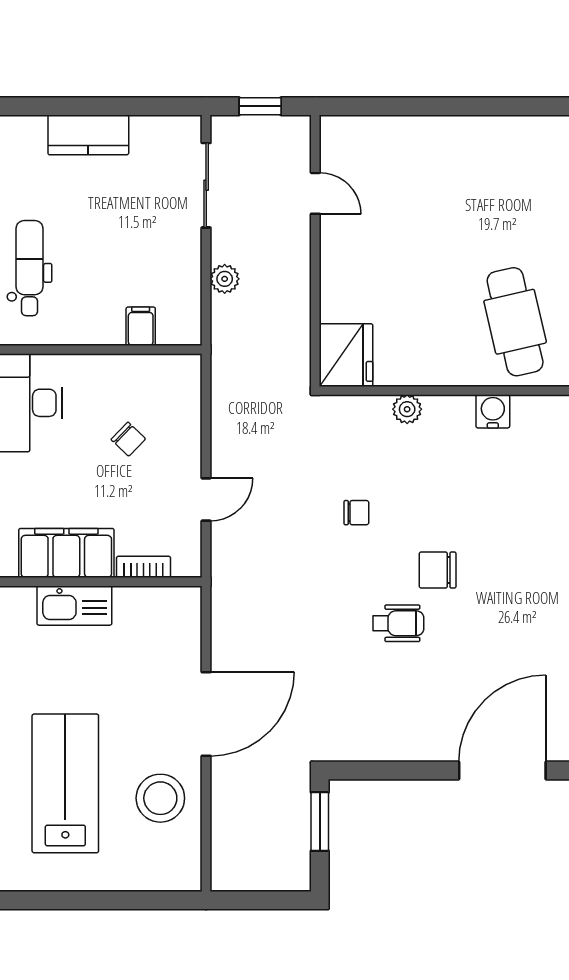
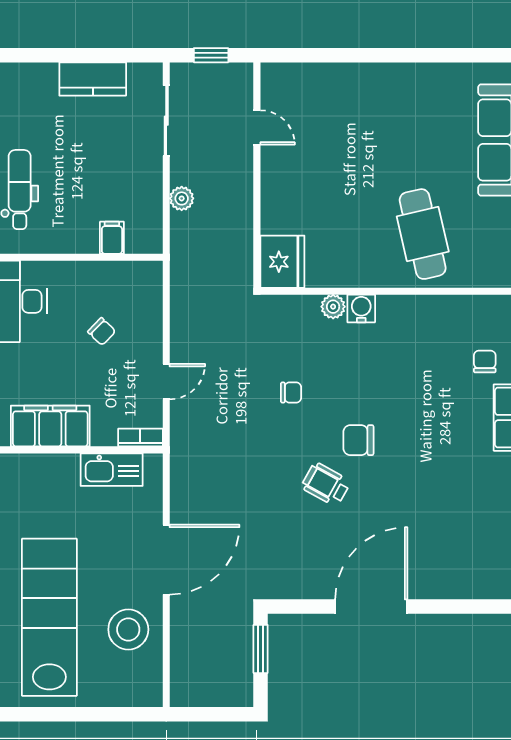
kitchen counter: (88, 135) -> (93, 79), moved
water cooler: (493, 411) -> (361, 308), moved
bookcase: (144, 567) -> (140, 438), moved
kitchen sink: (74, 606) -> (112, 470), moved
wheelchair: (398, 623) -> (326, 484), turned -151
door: (502, 771) -> (371, 607), moved
lab bench: (65, 783) -> (49, 617), width x1.36

